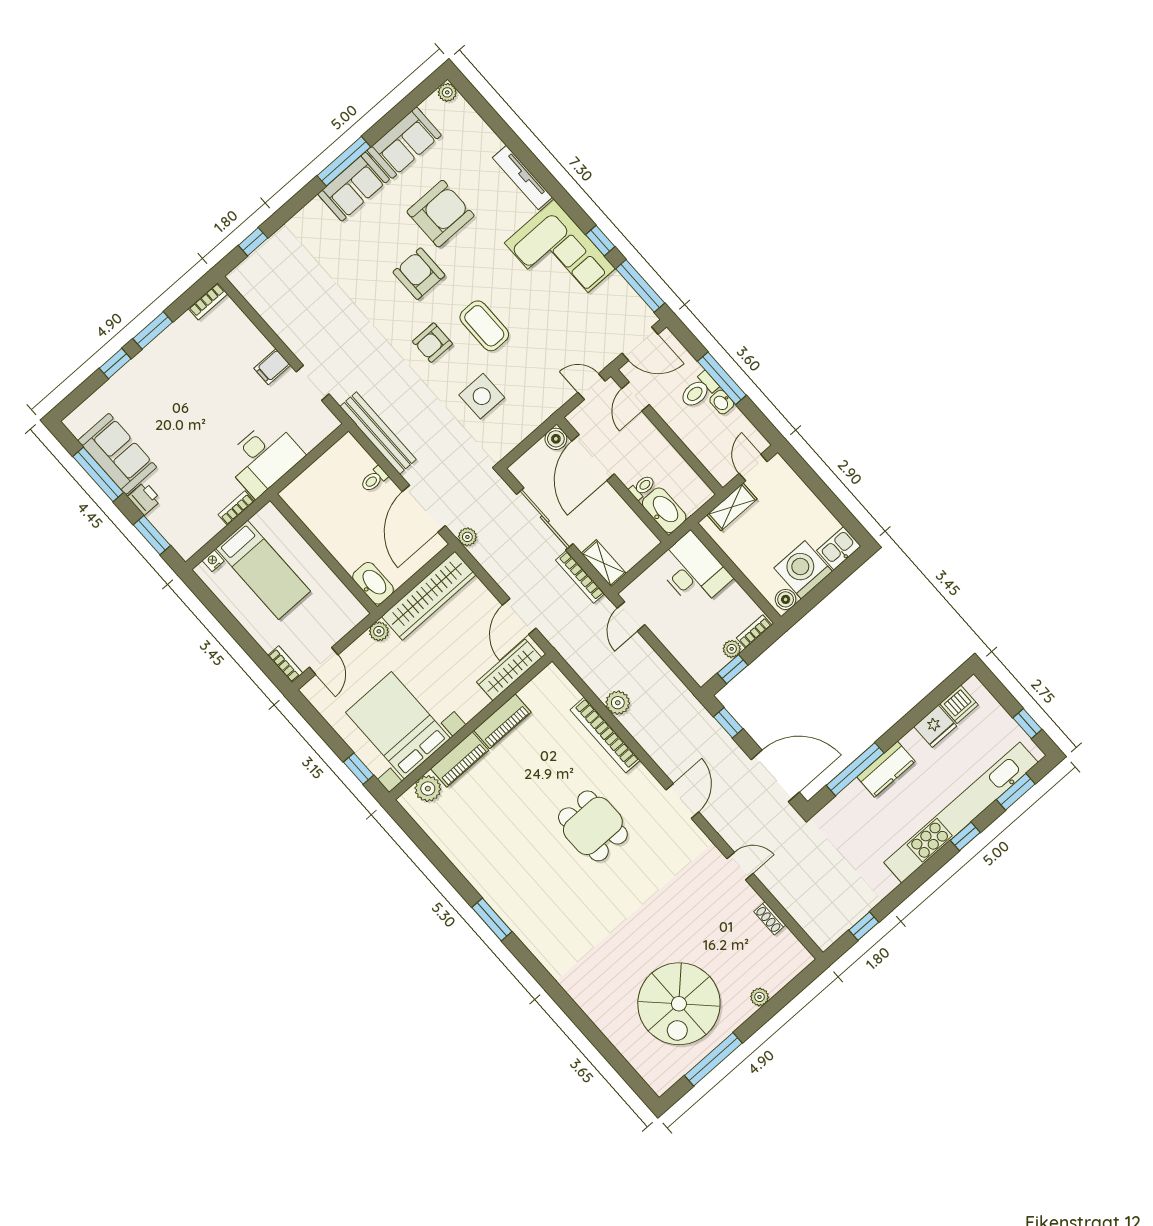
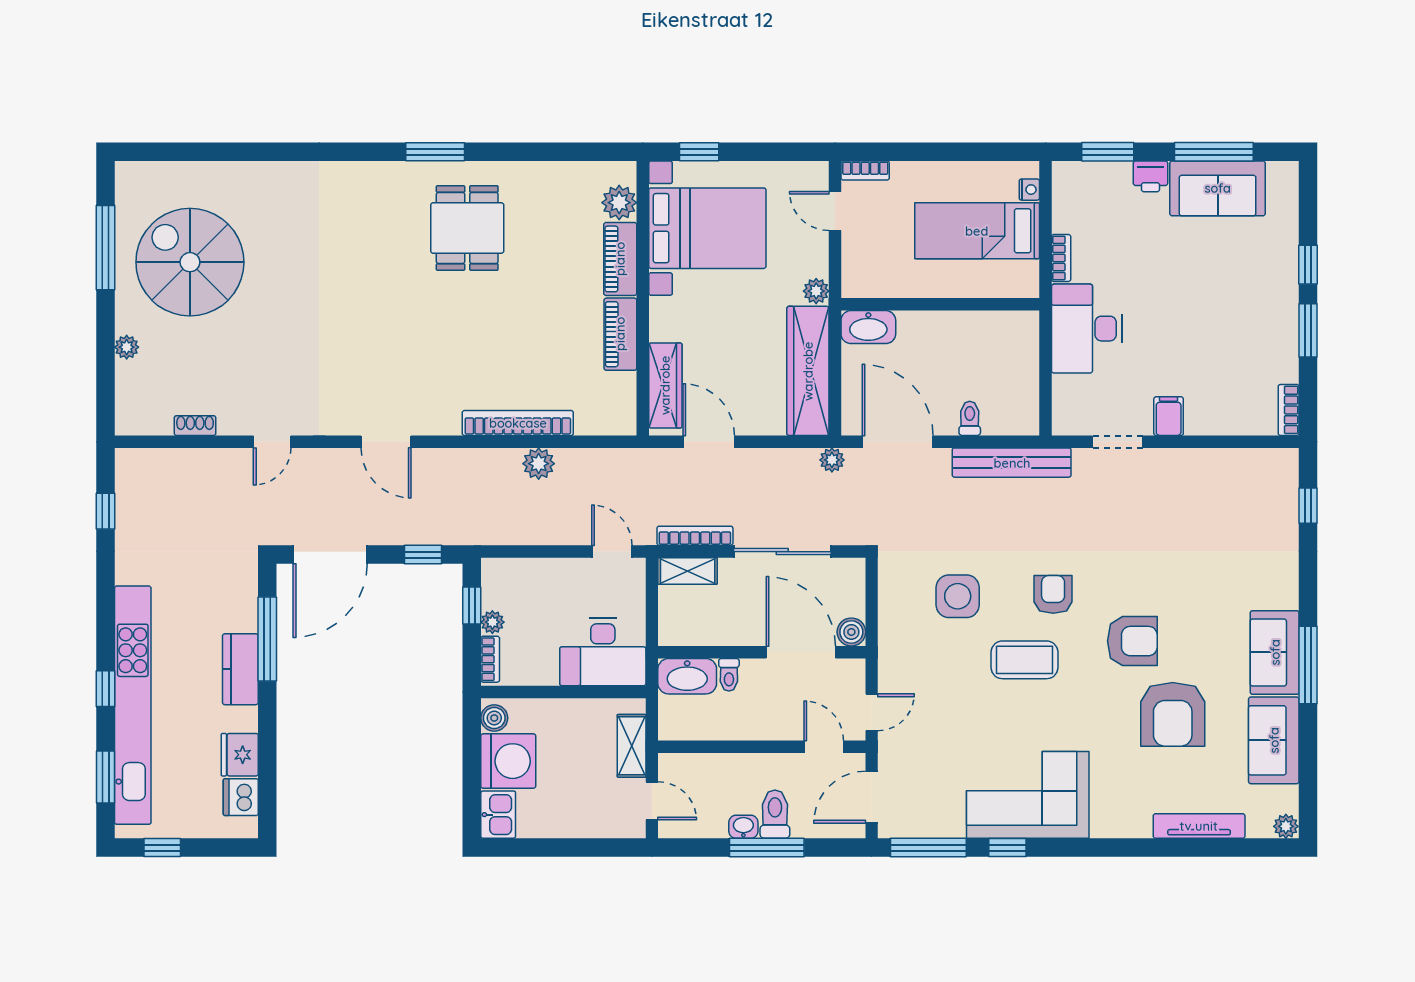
tv unit: (522, 178) -> (1199, 826), moved
dining table: (593, 826) -> (467, 228), moved, turned 90

